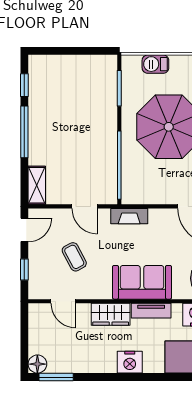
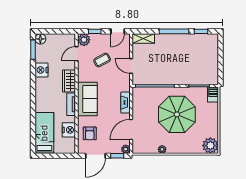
barbecue: (155, 64) -> (213, 95), moved
door: (85, 206) -> (131, 66), hinge flipped
fireplace: (129, 216) -> (126, 103), moved
door: (24, 230) -> (118, 31), hinge flipped
plant: (39, 289) -> (84, 40), added
nightstand: (130, 362) -> (42, 70), moved

